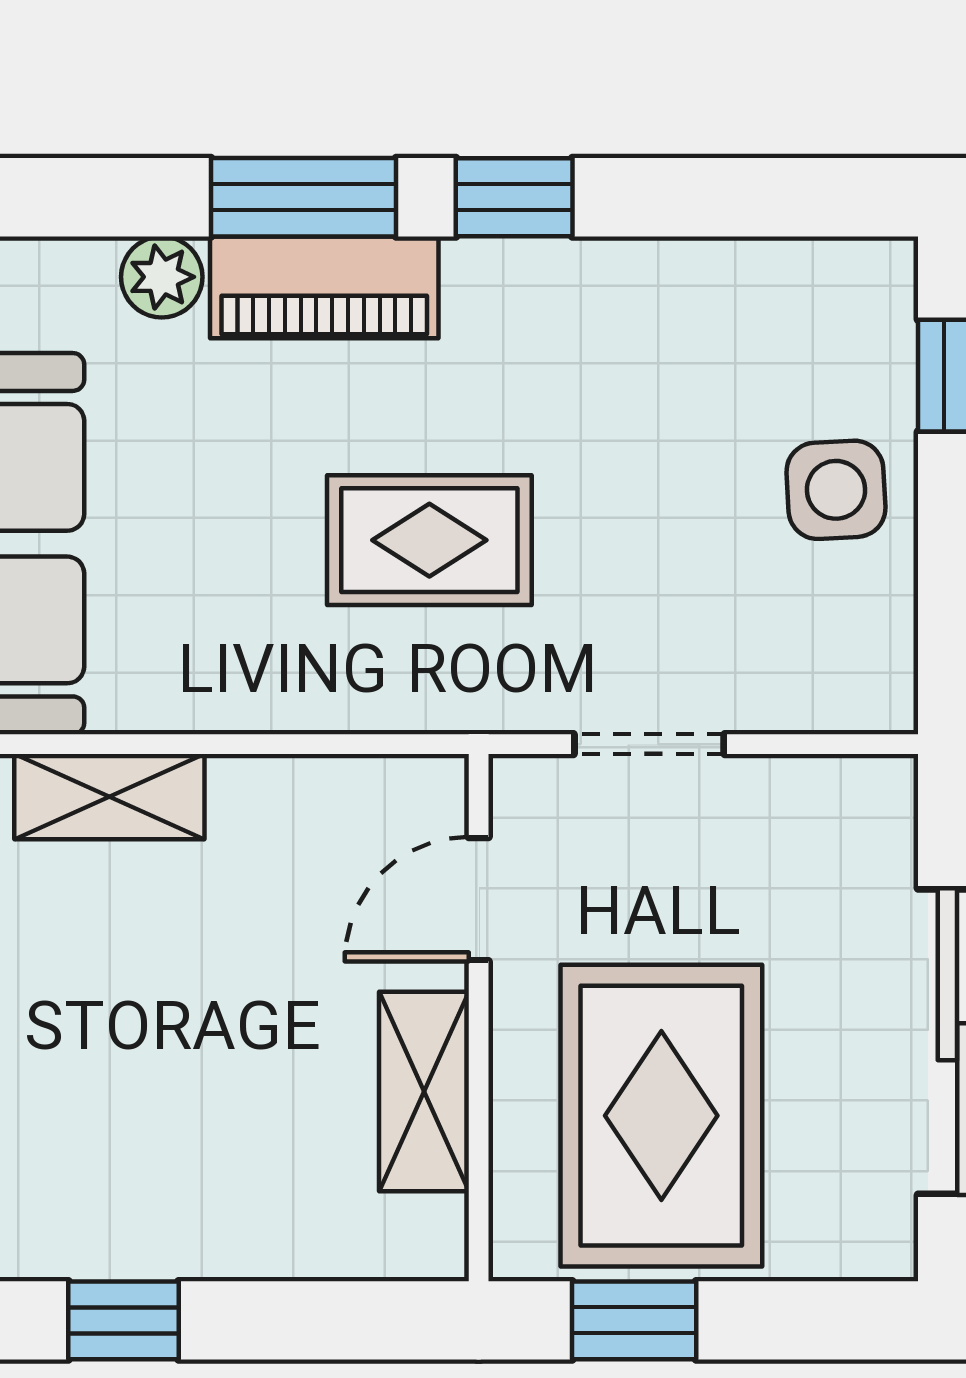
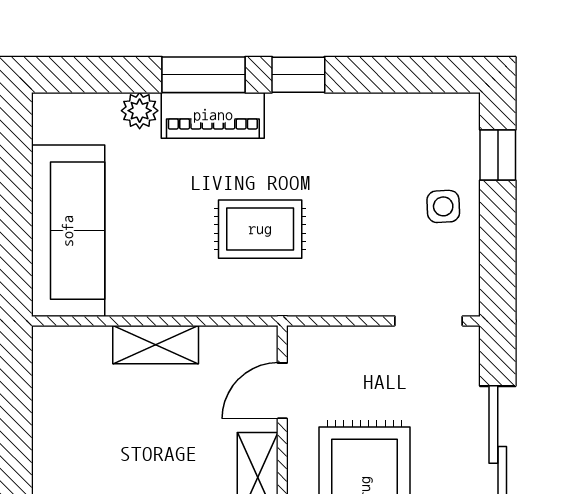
side table: (836, 490) -> (443, 206), width x0.73, depth x0.73
doorway: (649, 744) -> (429, 321), moved
shelving: (109, 797) -> (156, 345), moved

